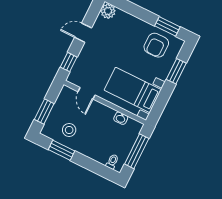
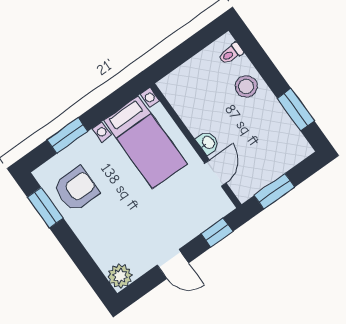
window: (44, 112) -> (274, 191), moved
washbasin: (121, 118) -> (208, 143), moved
stool: (69, 130) -> (246, 86), moved
window: (137, 151) -> (187, 50), removed

